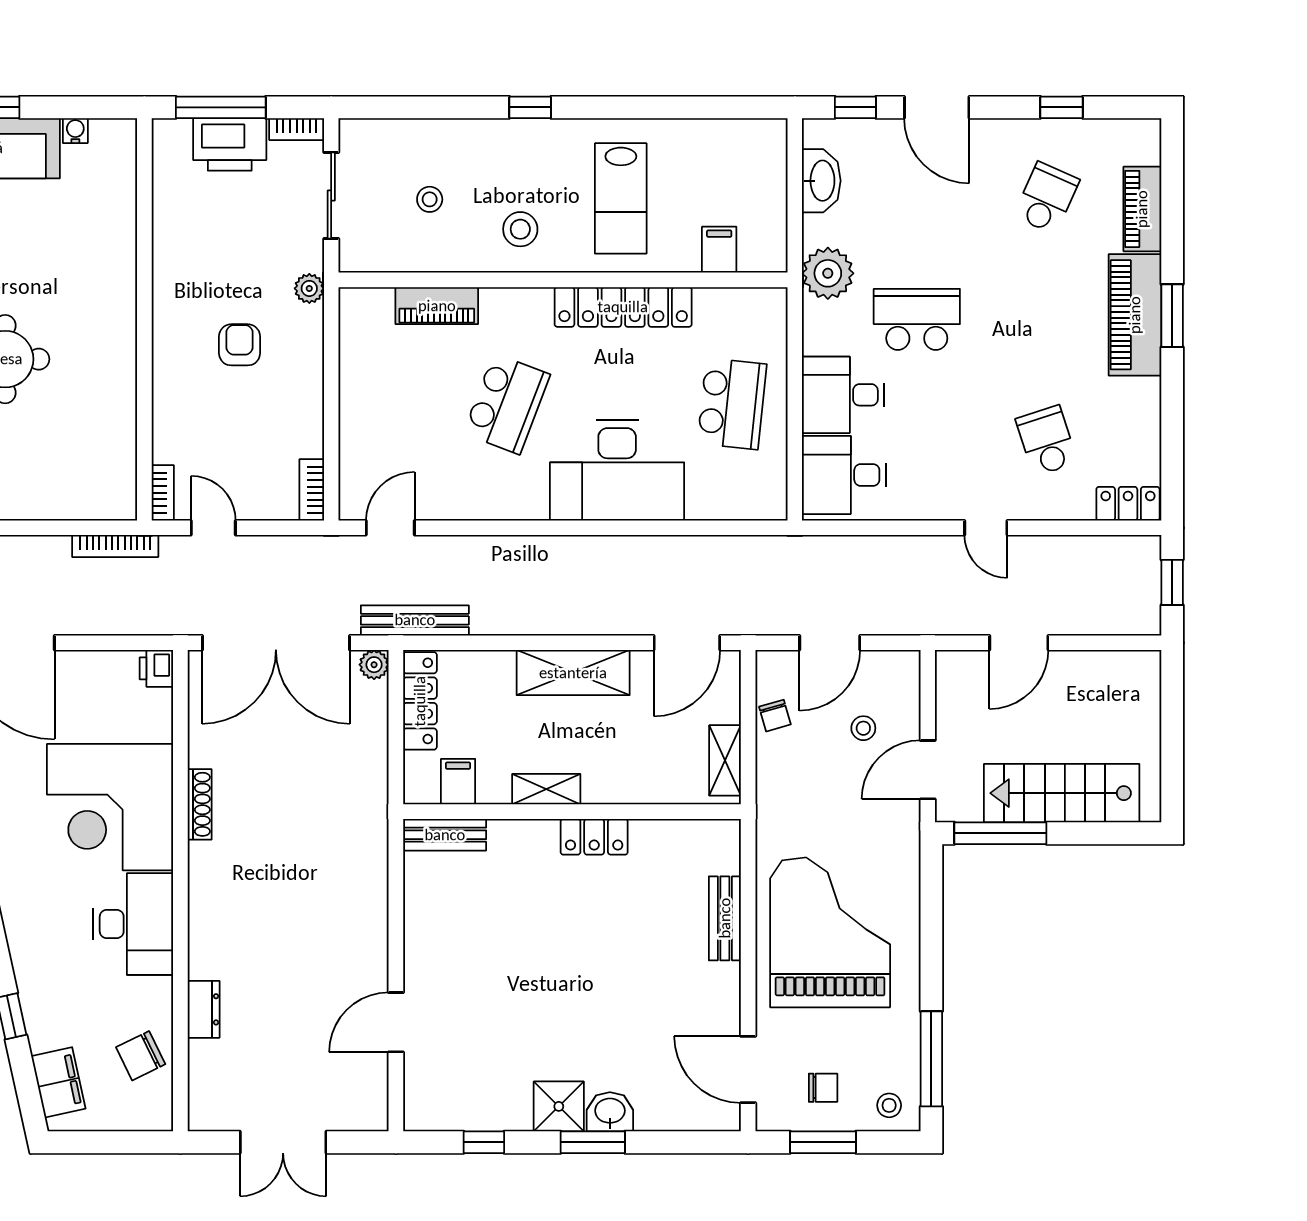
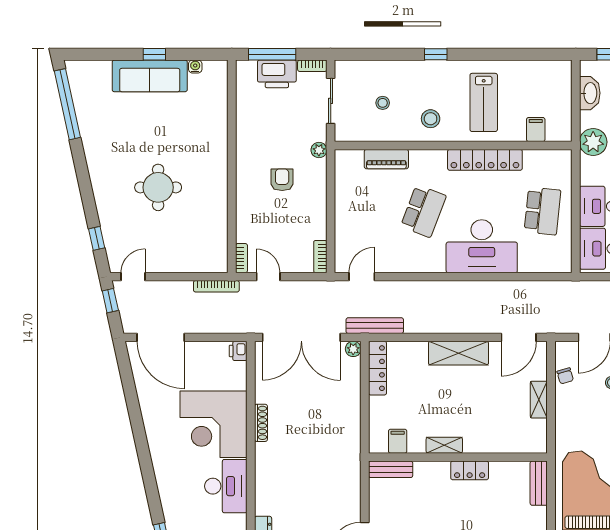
filing cabinet: (458, 782) -> (398, 441), moved
shelving: (546, 789) -> (444, 445), moved
wall: (572, 812) -> (458, 457), moved
bench: (445, 835) -> (391, 469), moved
locker: (594, 837) -> (470, 470), moved

